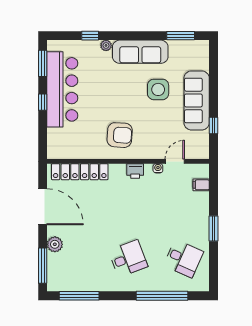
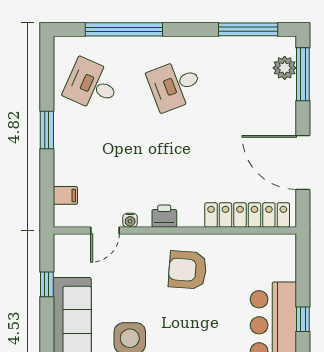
plant: (55, 244) -> (285, 68), moved

